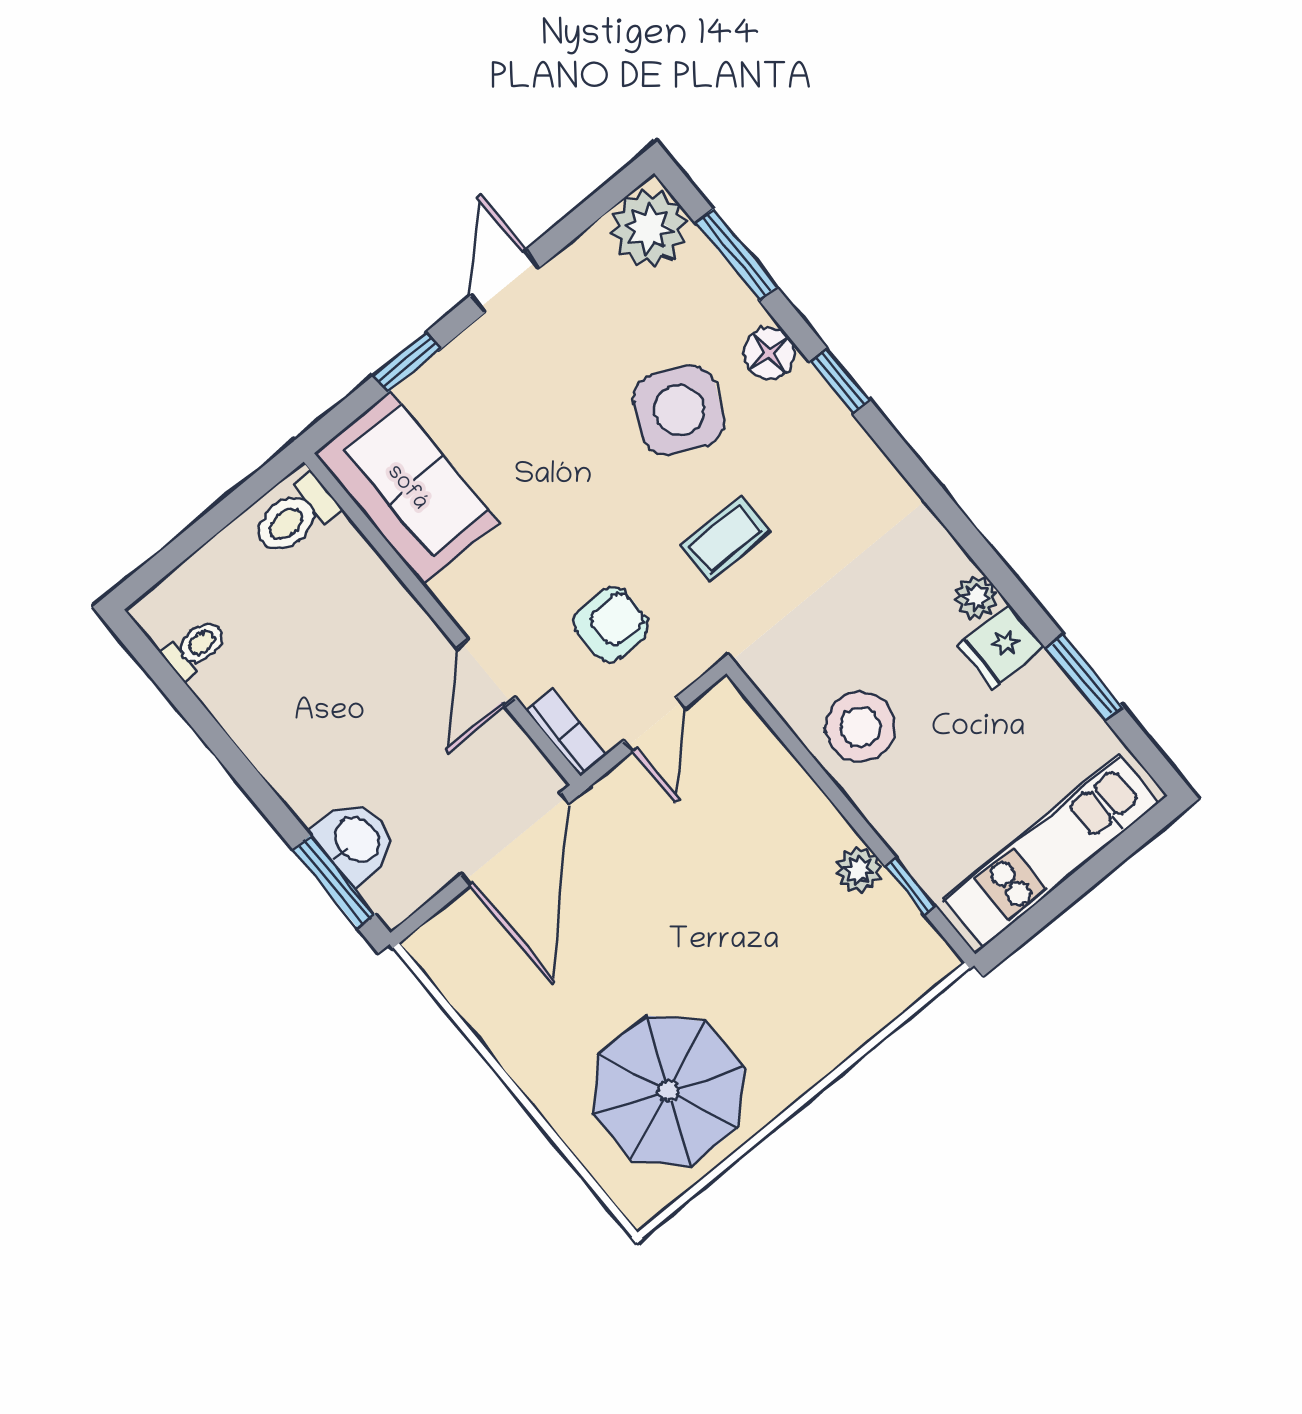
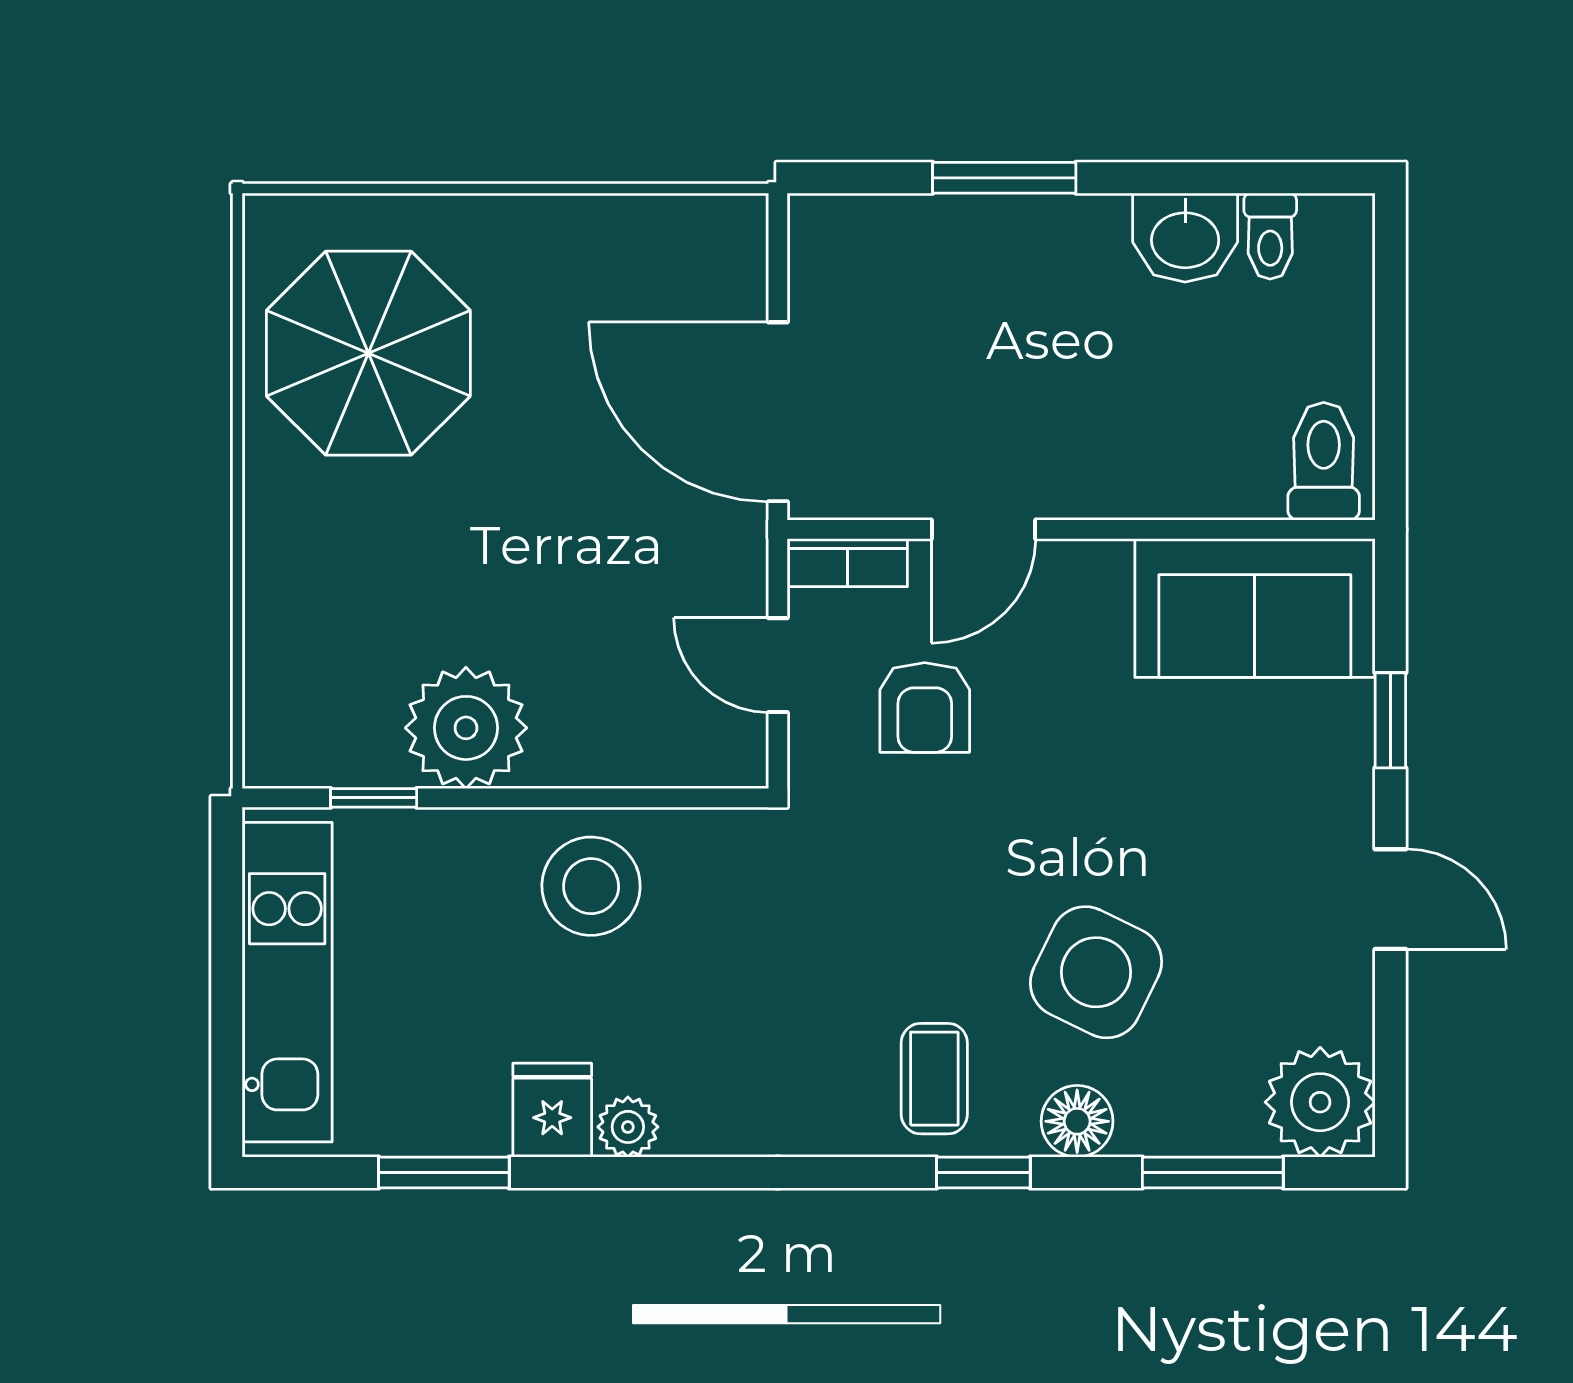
coffee table: (725, 539) -> (934, 1079), moved
door: (486, 673) -> (983, 529), swing flipped
washbasin: (355, 841) -> (1185, 238), moved
plant: (859, 870) -> (466, 728), width x1.87, depth x1.87
window: (334, 882) -> (1004, 178), moved

